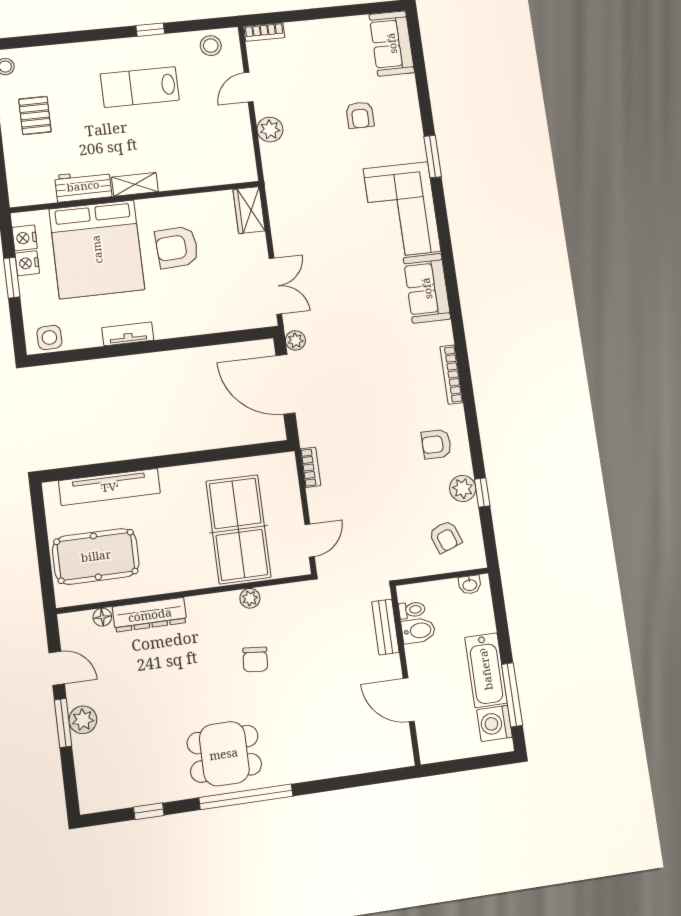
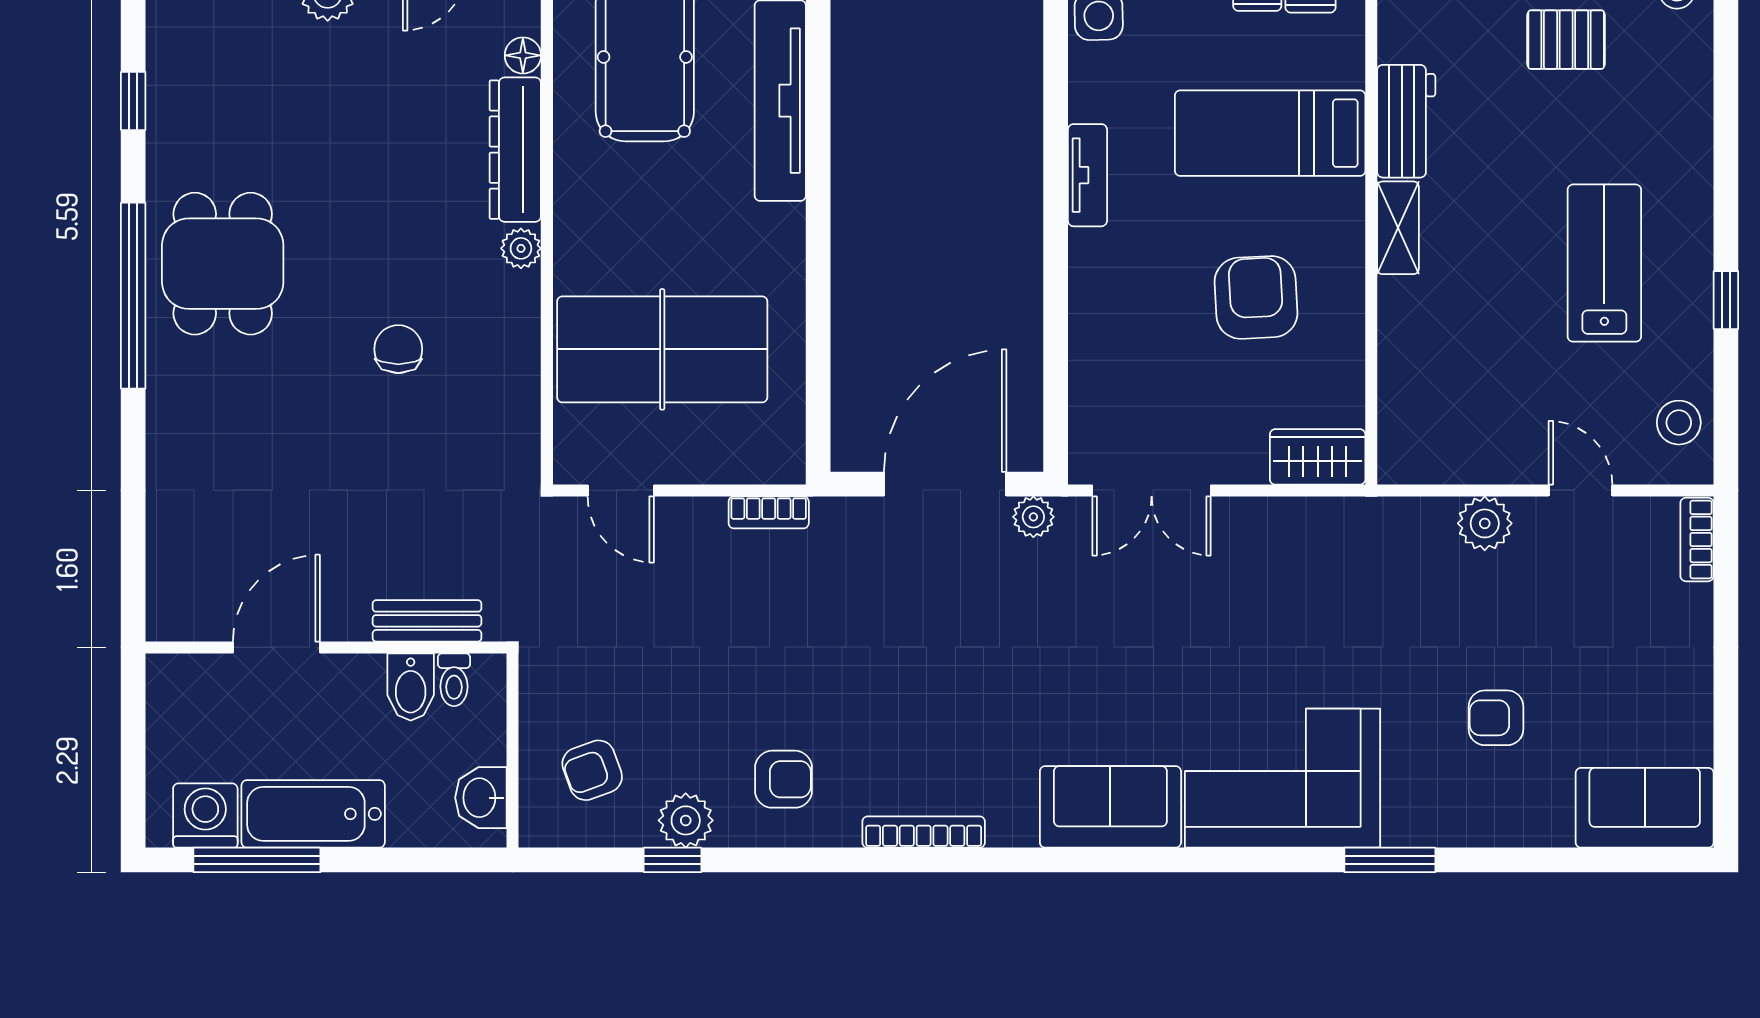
bed: (97, 249) -> (1270, 133), width x0.49
armchair: (436, 444) -> (783, 779), turned 90
washbasin: (470, 585) -> (481, 798), width x1.38, depth x1.45
plant: (250, 598) -> (521, 248), moved
chair: (255, 660) -> (398, 349), turned 85

